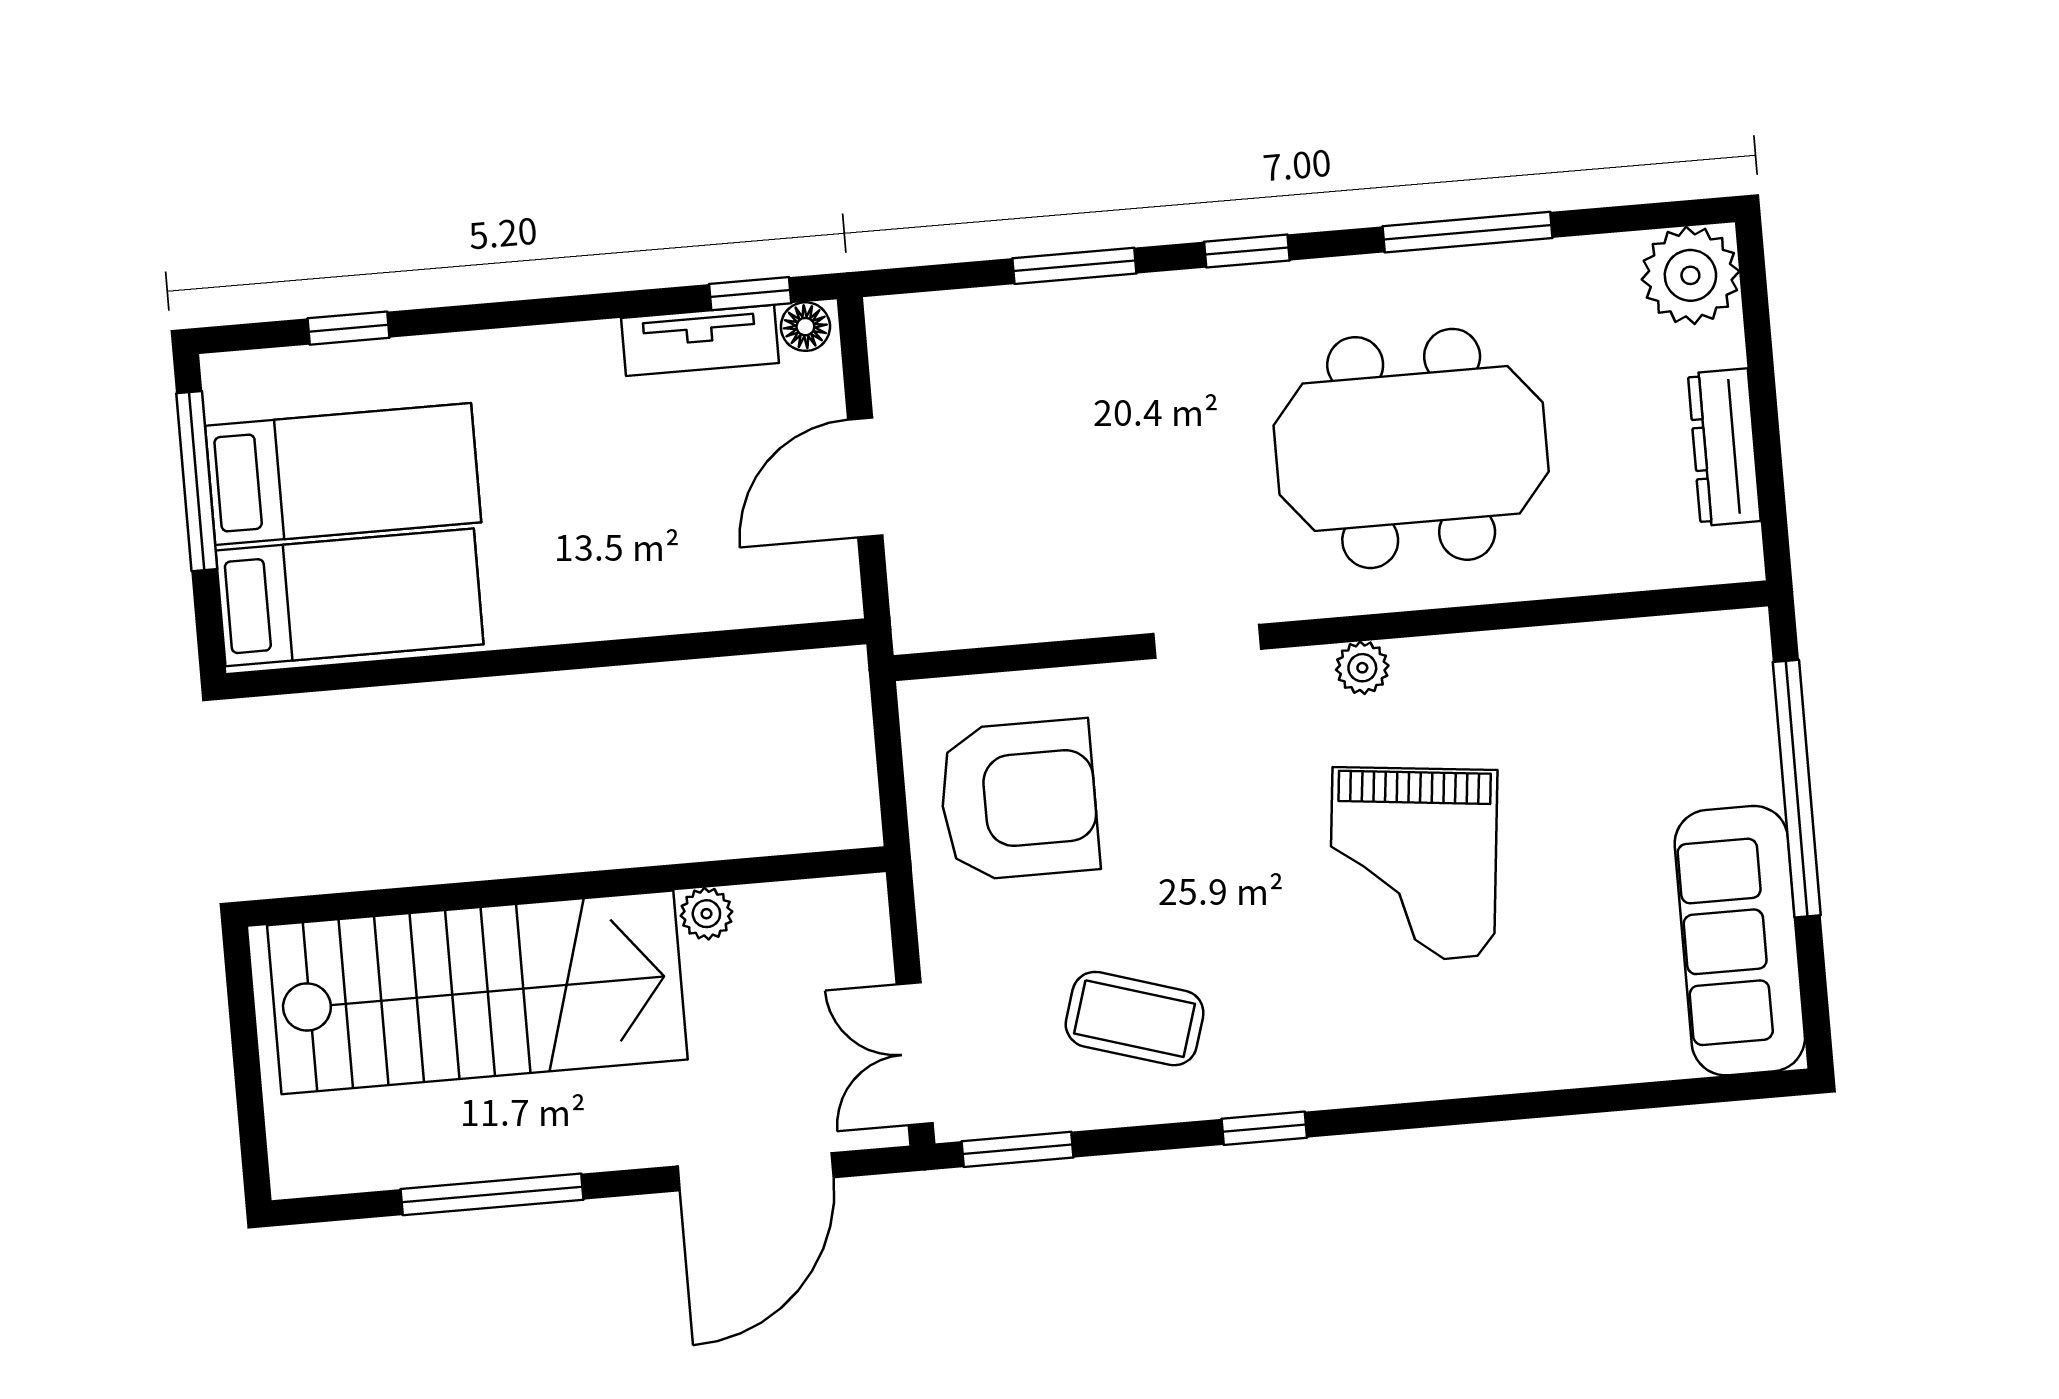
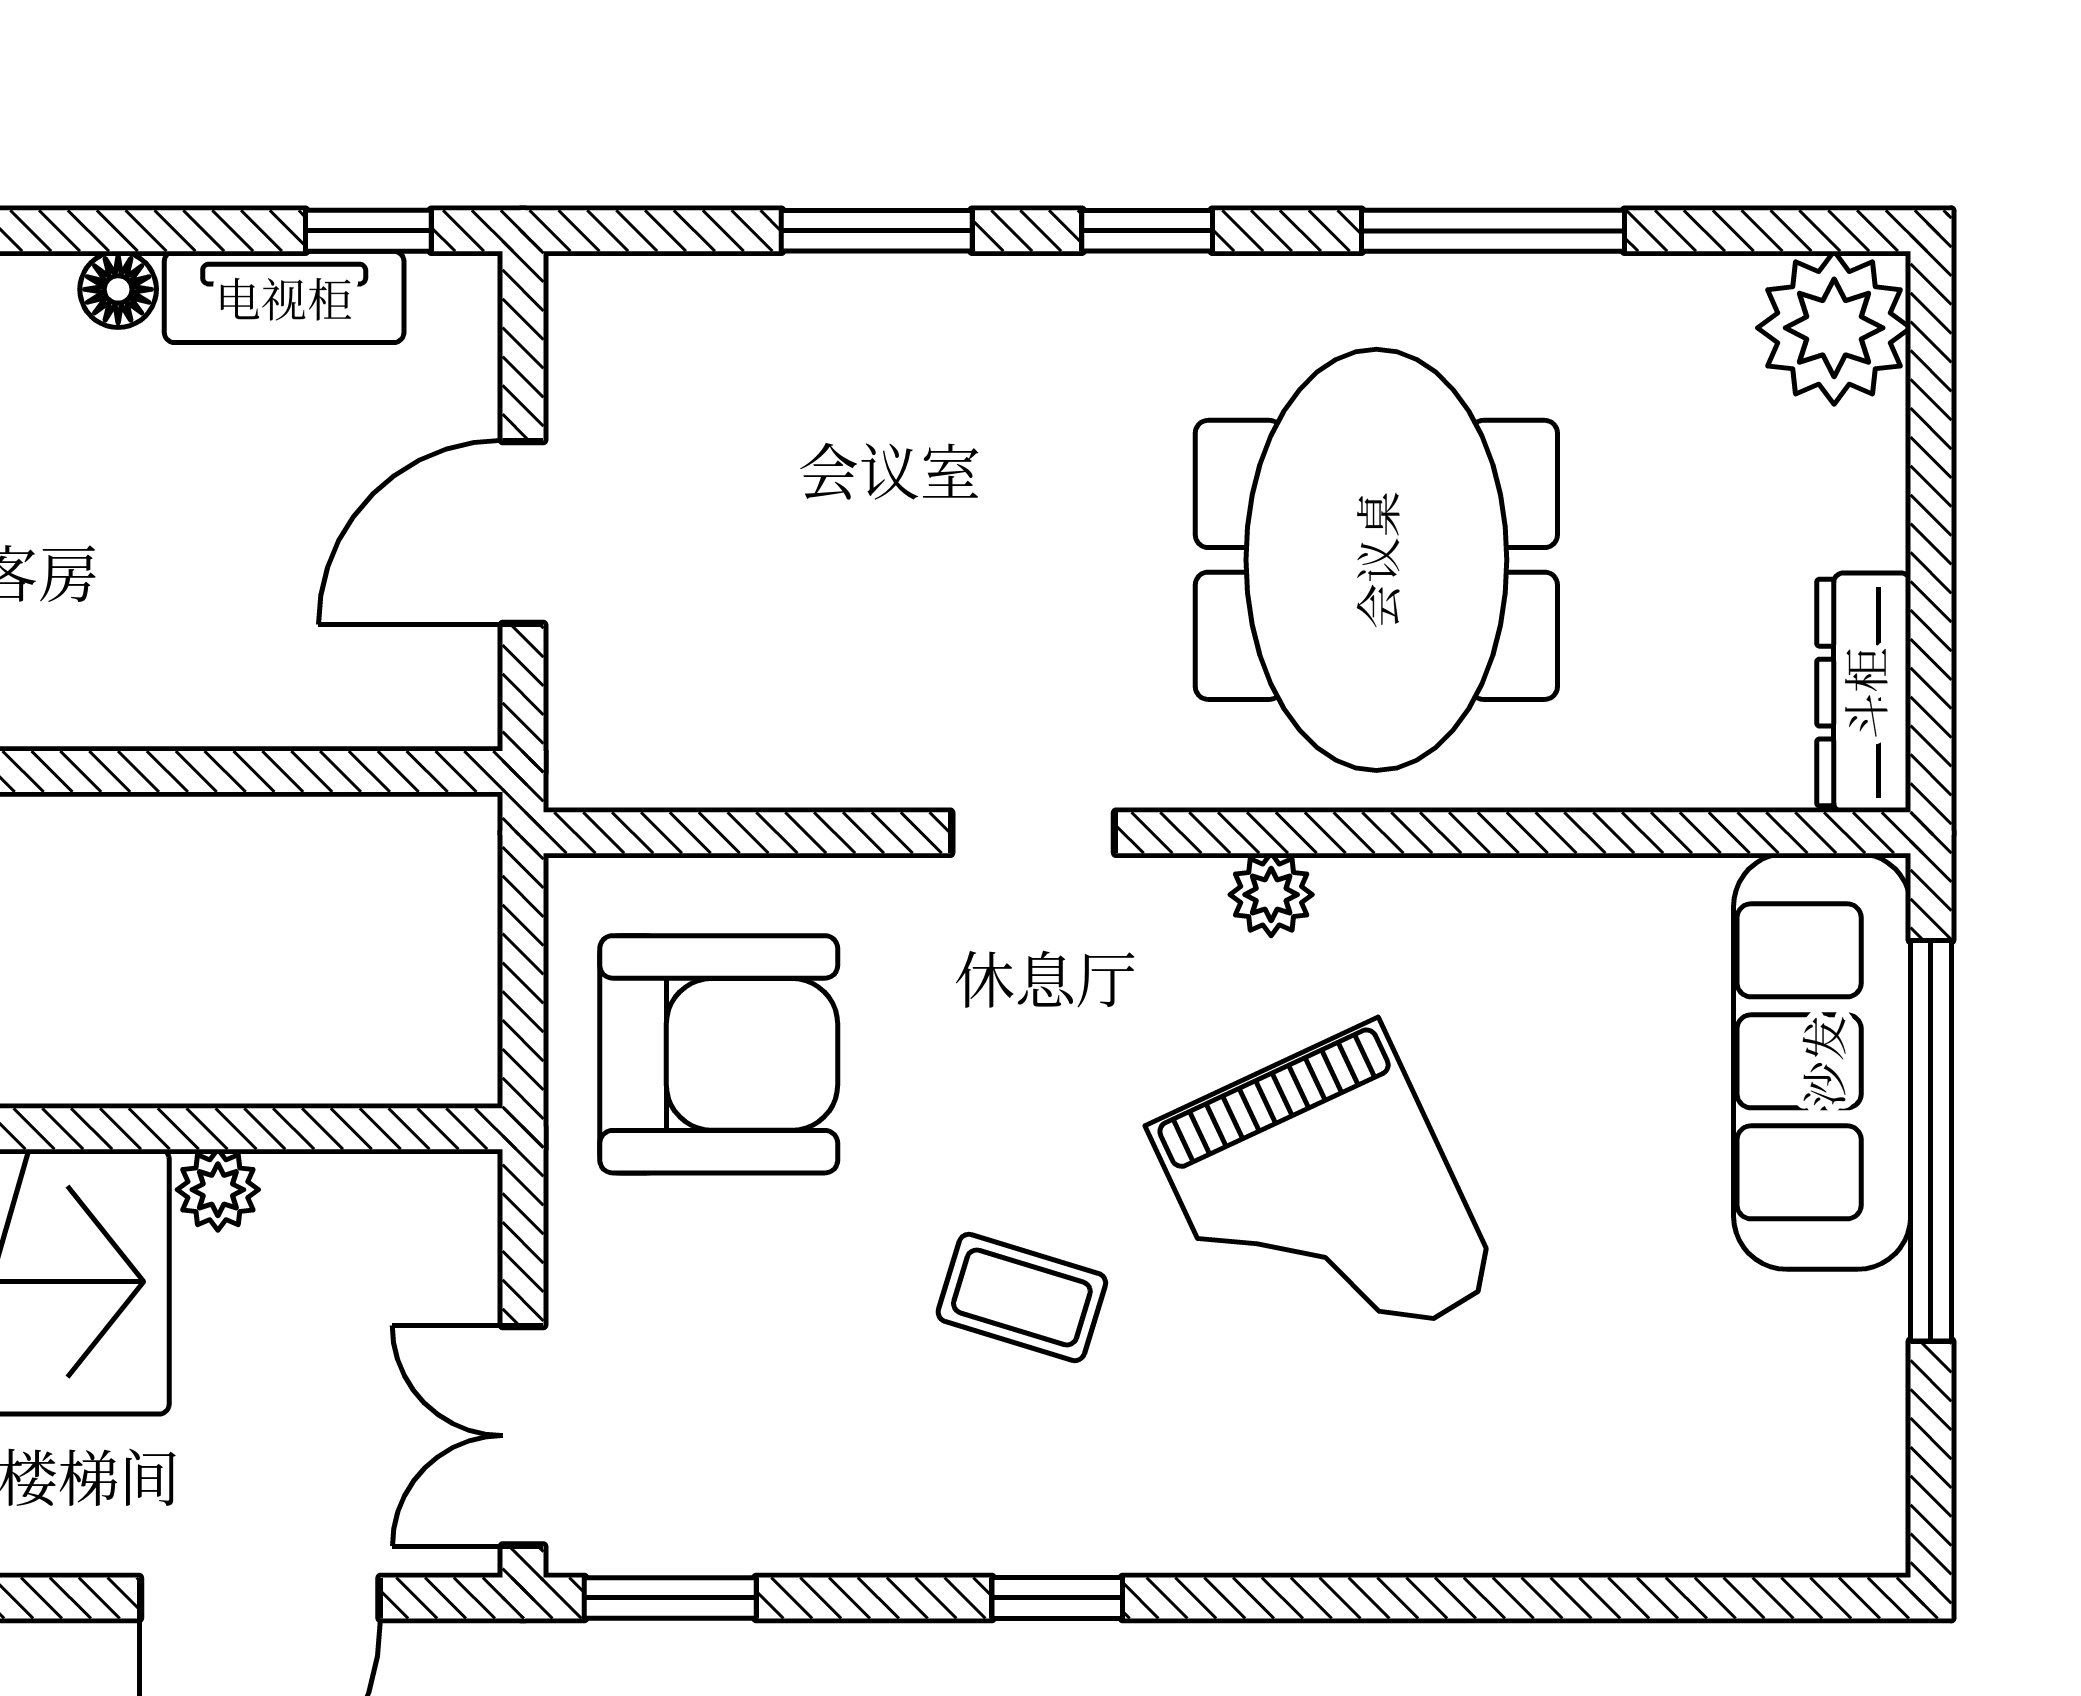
floor lamp: (805, 327) -> (118, 289), moved
dresser: (1724, 447) -> (1864, 693), moved
meeting table: (1411, 448) -> (1376, 560), turned 90
grand piano: (1413, 863) -> (1324, 1206), turned -31
sofa: (1740, 941) -> (1822, 1061), moved
coffee table: (1135, 1019) -> (1022, 1297), moved, width x0.73, depth x0.77

